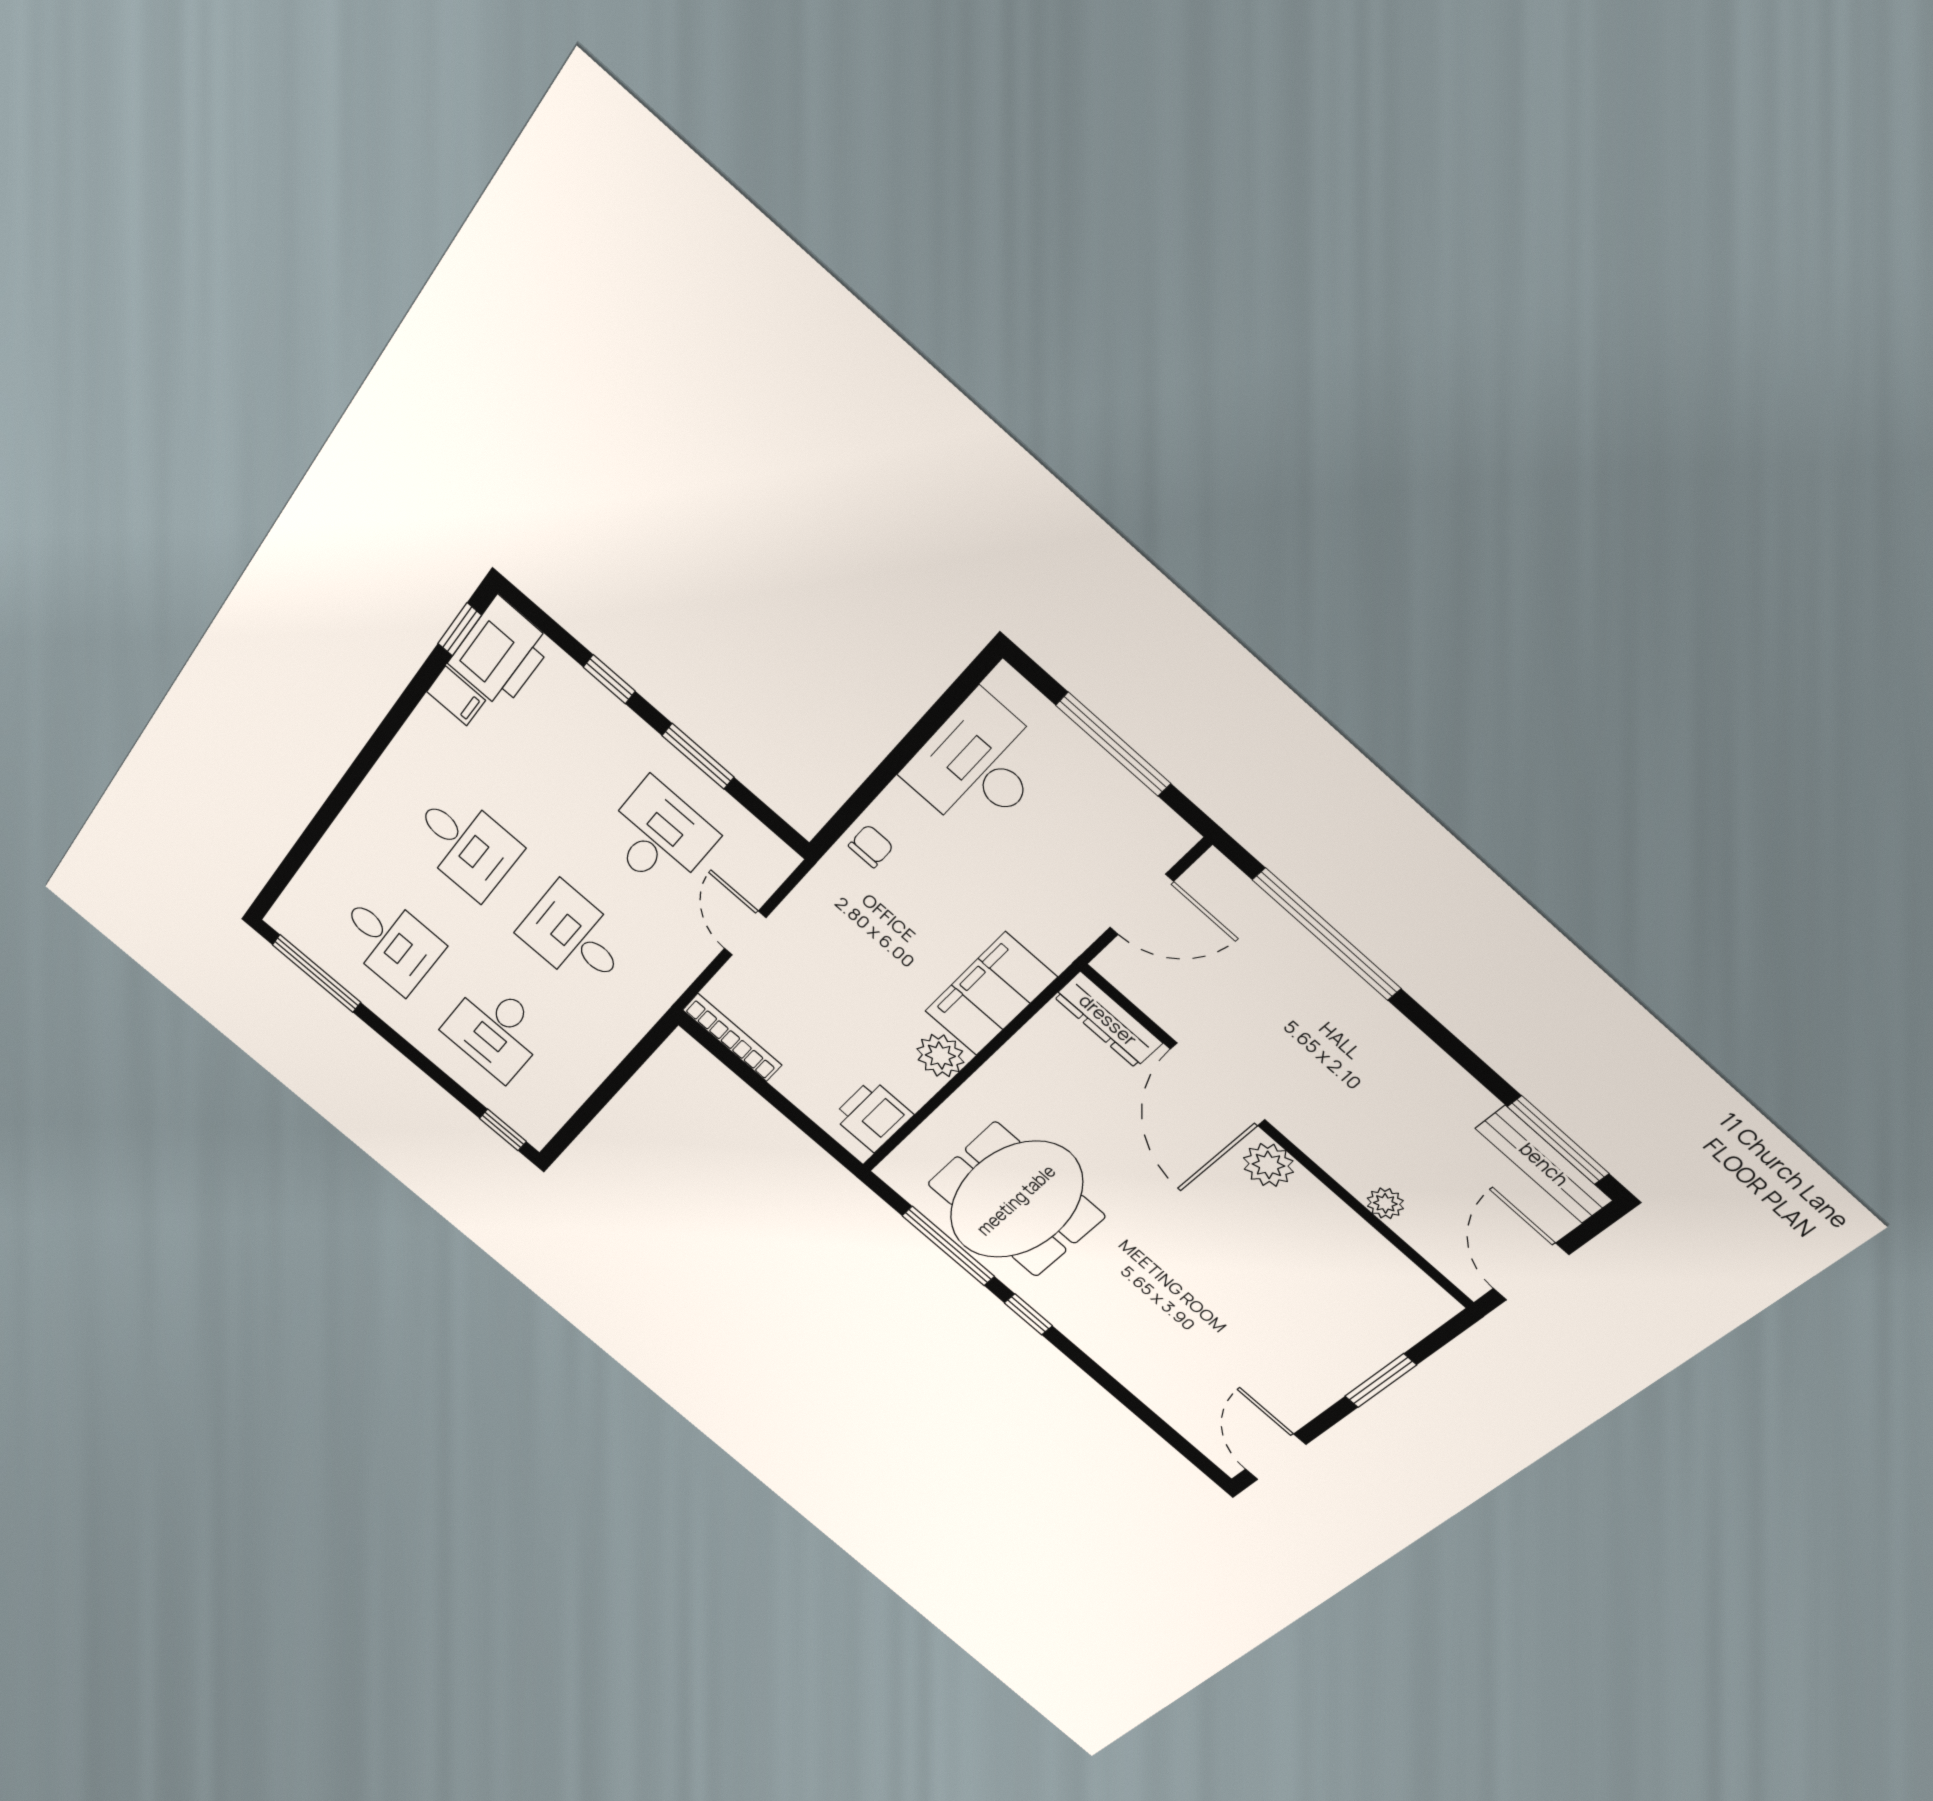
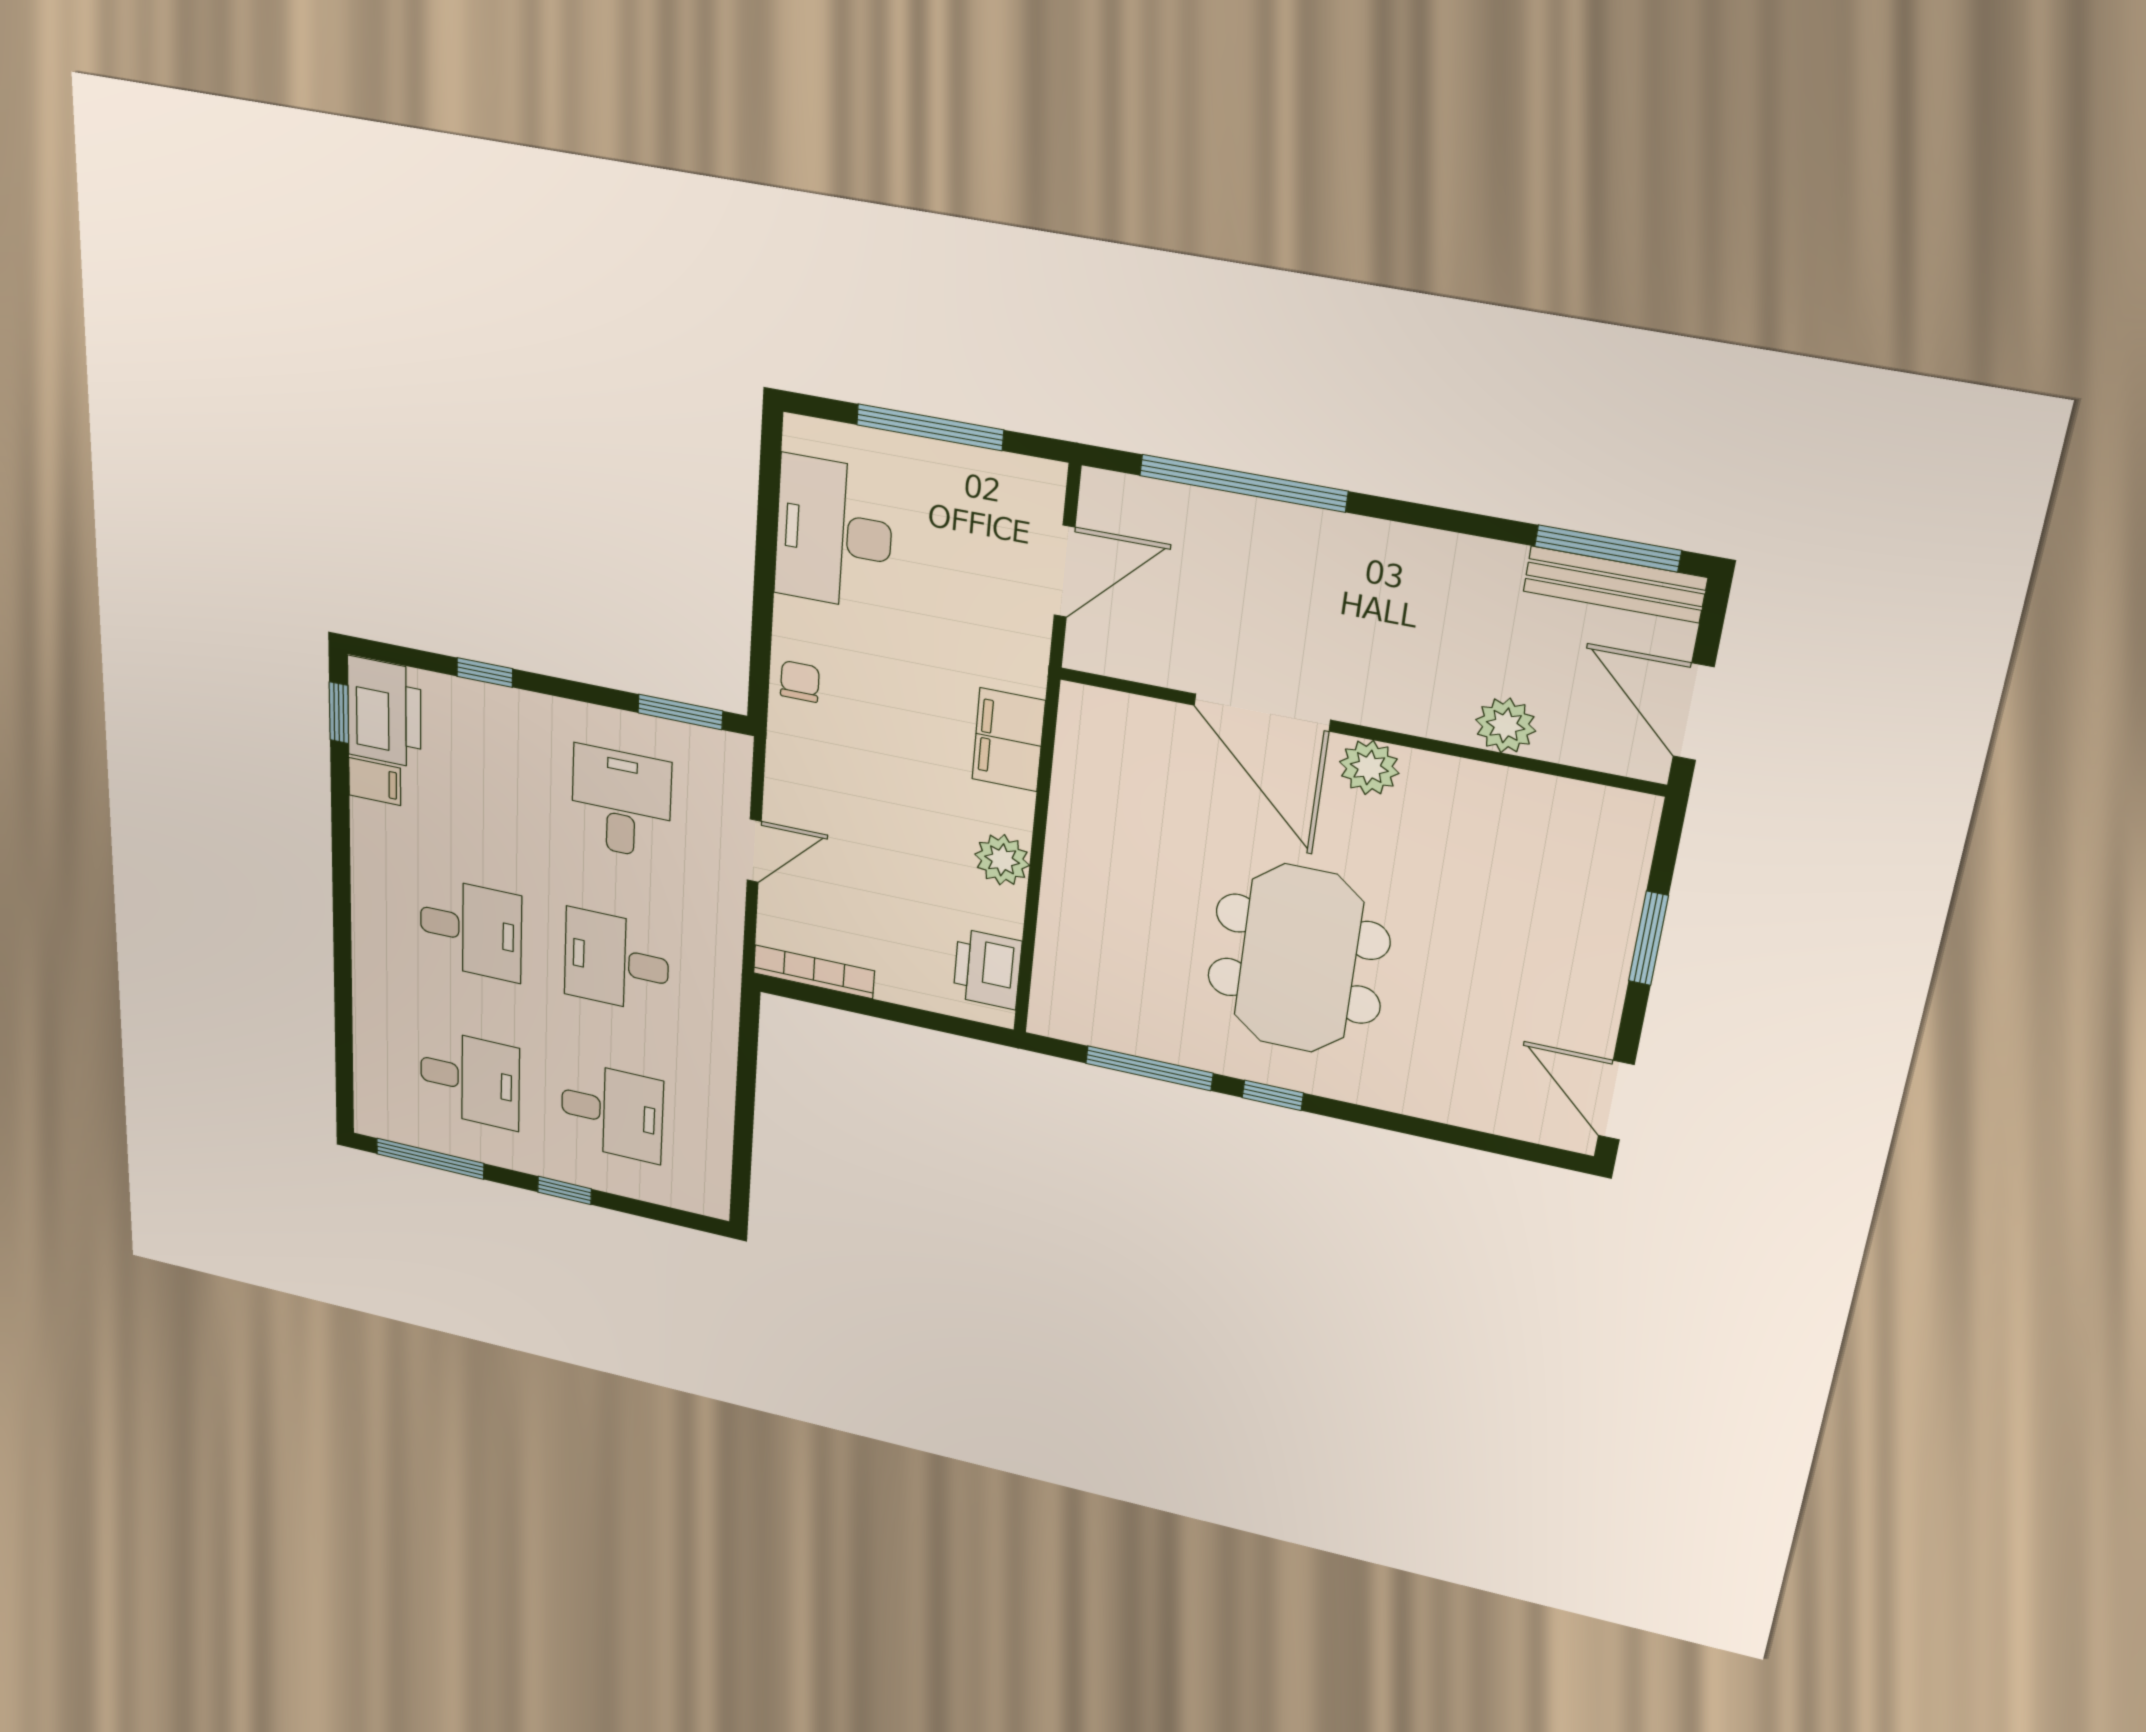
window: (698, 756) -> (680, 712), moved
door: (745, 933) -> (754, 851), swing flipped
filing cabinet: (991, 994) -> (1009, 740), width x0.67, depth x0.86
dresser: (1108, 1020) -> (1119, 714), removed
desk: (495, 1031) -> (612, 1112), turned -90
window: (503, 1130) -> (564, 1190), moved
meeting table: (1016, 1200) -> (1298, 959), moved
plant: (1385, 1203) -> (1506, 725), width x1.38, depth x1.38

